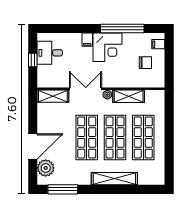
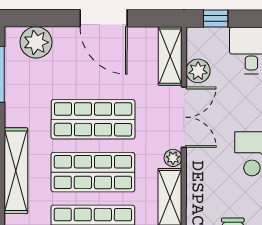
window: (33, 60) -> (216, 18), moved
plant: (61, 81) -> (198, 71), added
door: (33, 146) -> (104, 18), moved

